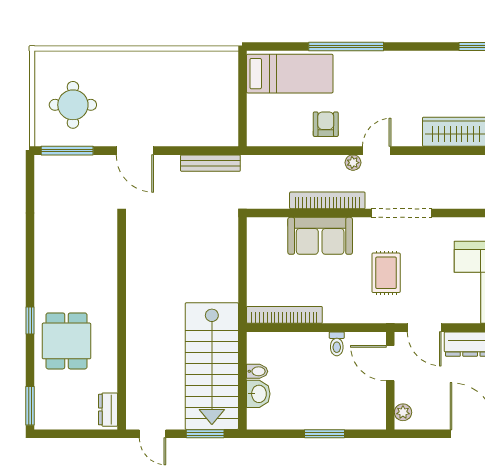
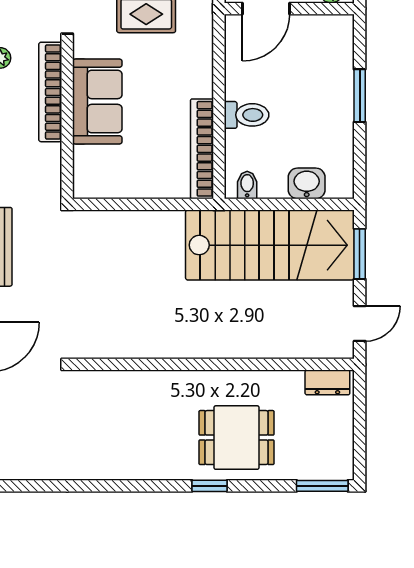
toilet: (337, 344) -> (247, 115), moved, width x1.37, depth x1.39
bidet: (257, 371) -> (247, 185), moved

